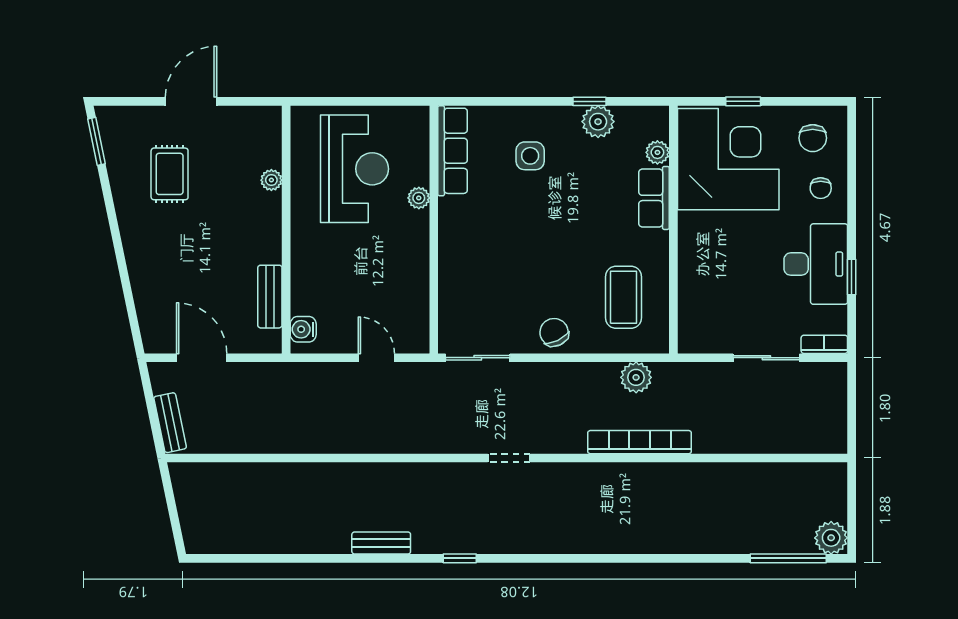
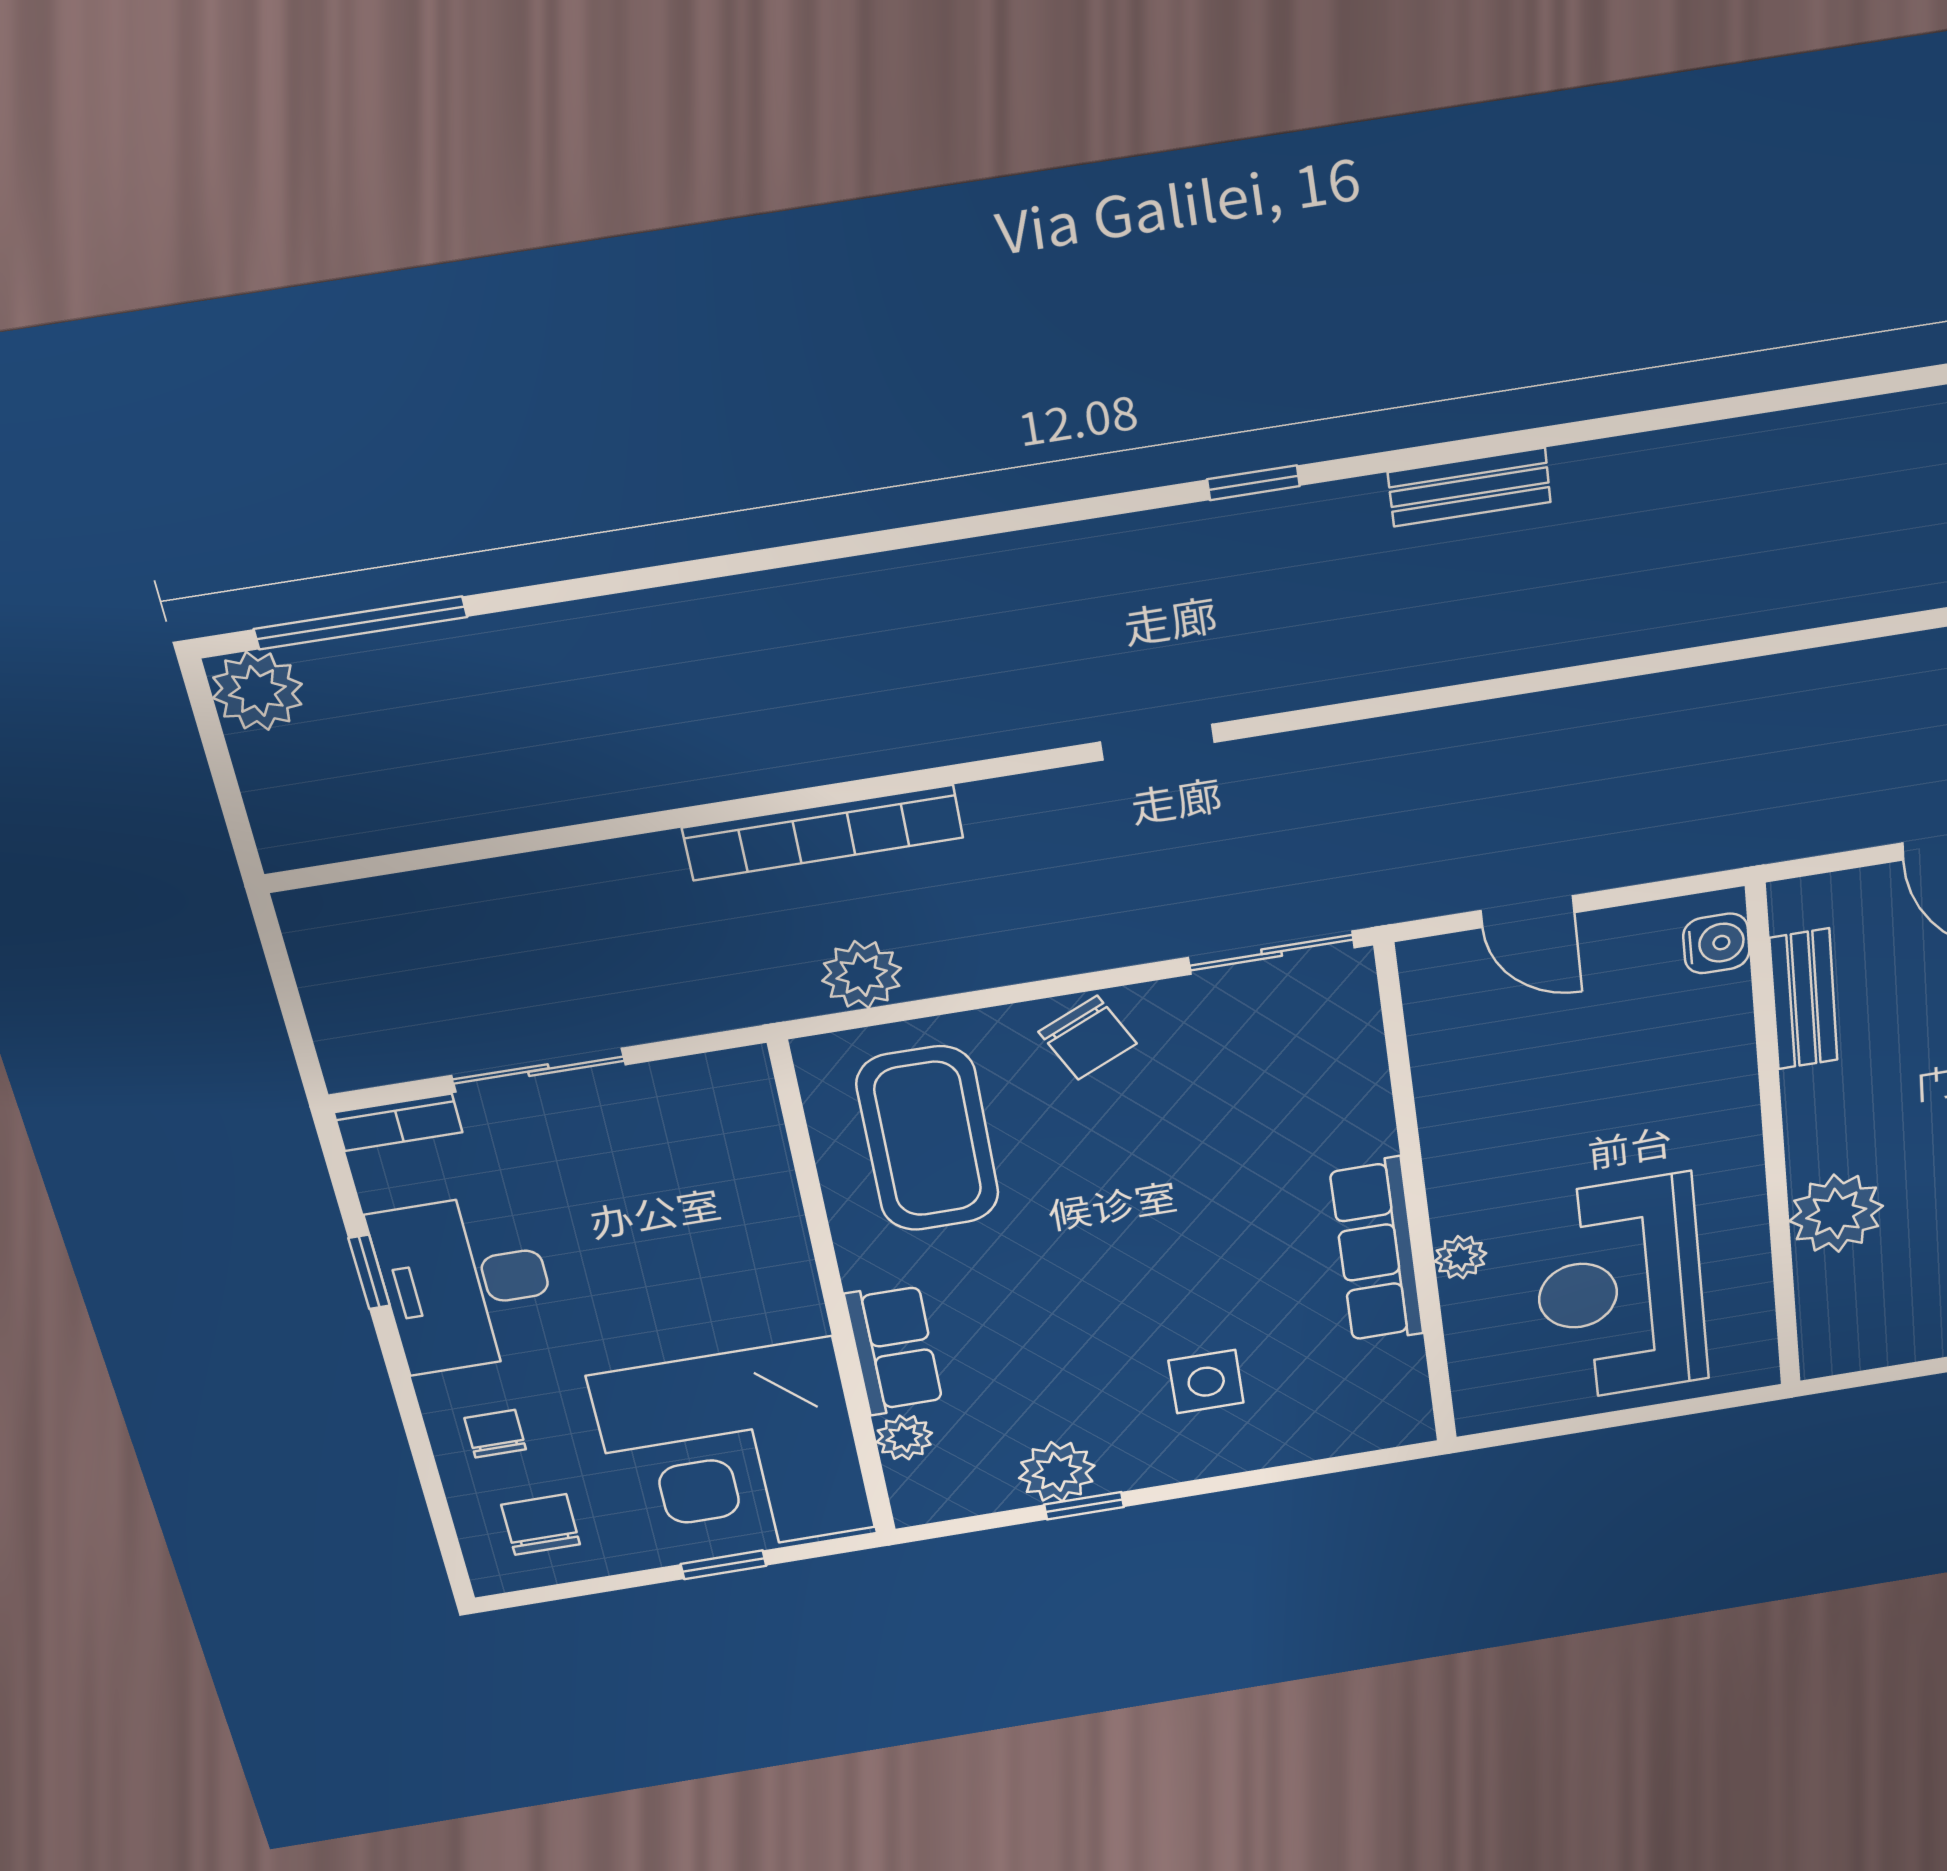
row of seats: (453, 151) -> (1377, 1251), moved
plant: (271, 180) -> (1836, 1213), width x1.88, depth x1.88
coffee table: (623, 297) -> (928, 1139), width x1.36, depth x1.32

